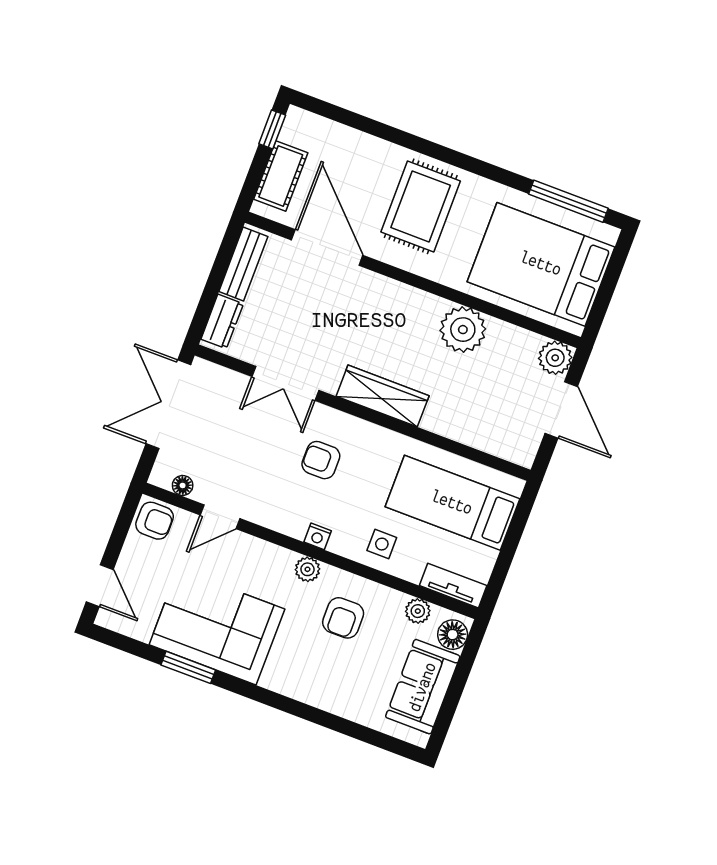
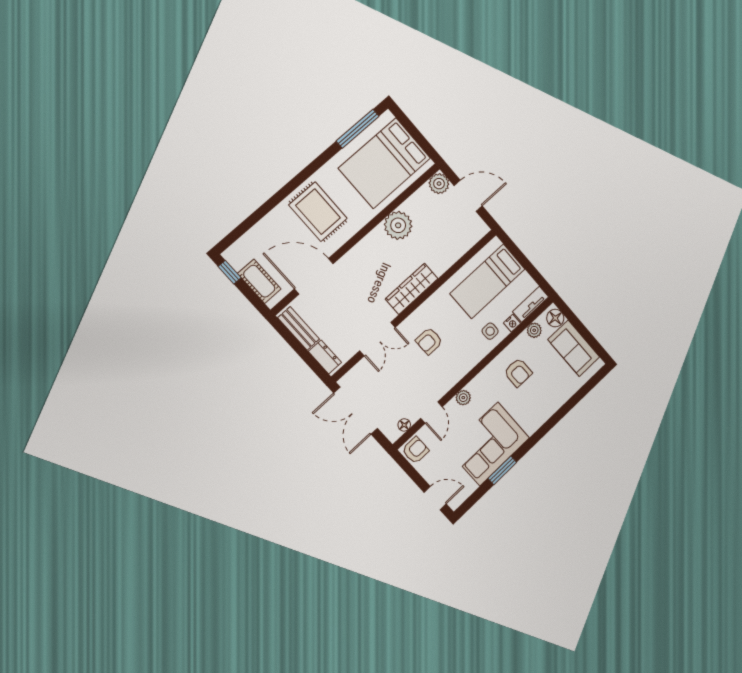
nightstand: (318, 536) -> (512, 323), moved
plant: (307, 569) -> (463, 398), moved

